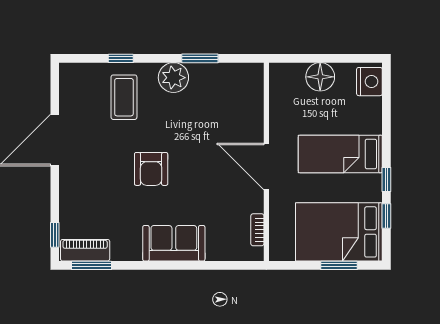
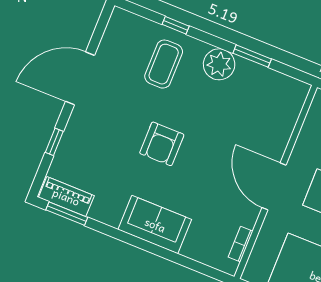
window: (55, 235) -> (54, 142), moved

